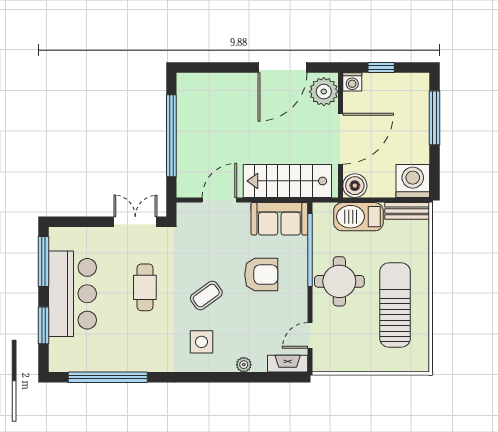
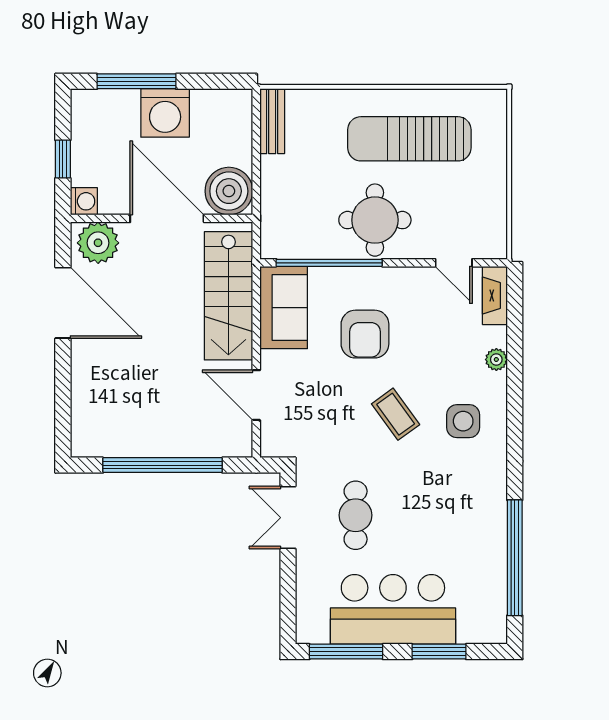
washing machine: (413, 181) -> (165, 113), moved, turned -90
boiler: (355, 186) -> (229, 191), width x1.37, depth x1.37
barbecue: (358, 217) -> (281, 192), removed
armchair: (261, 275) -> (365, 334), turned 180
cafe table: (145, 287) -> (356, 515), moved, turned 90

